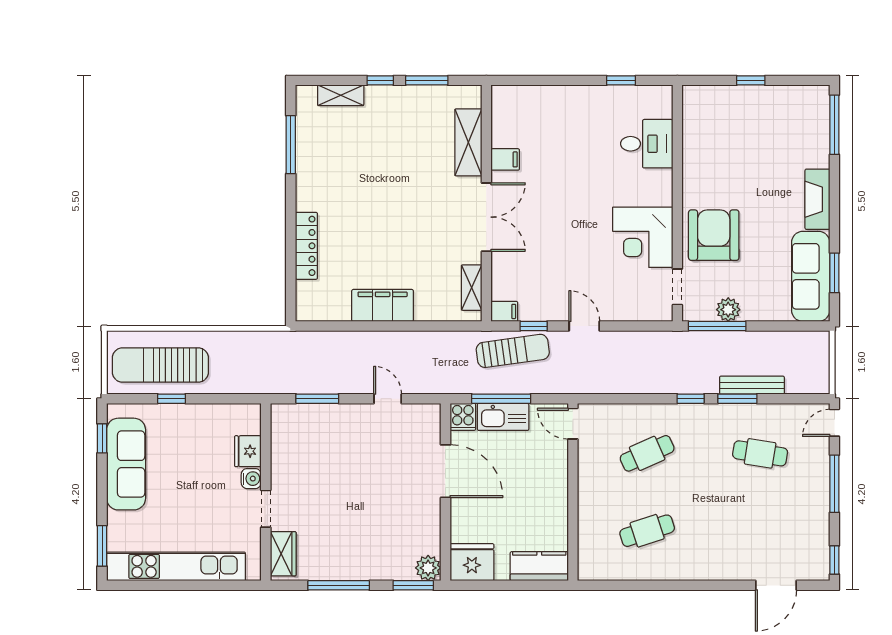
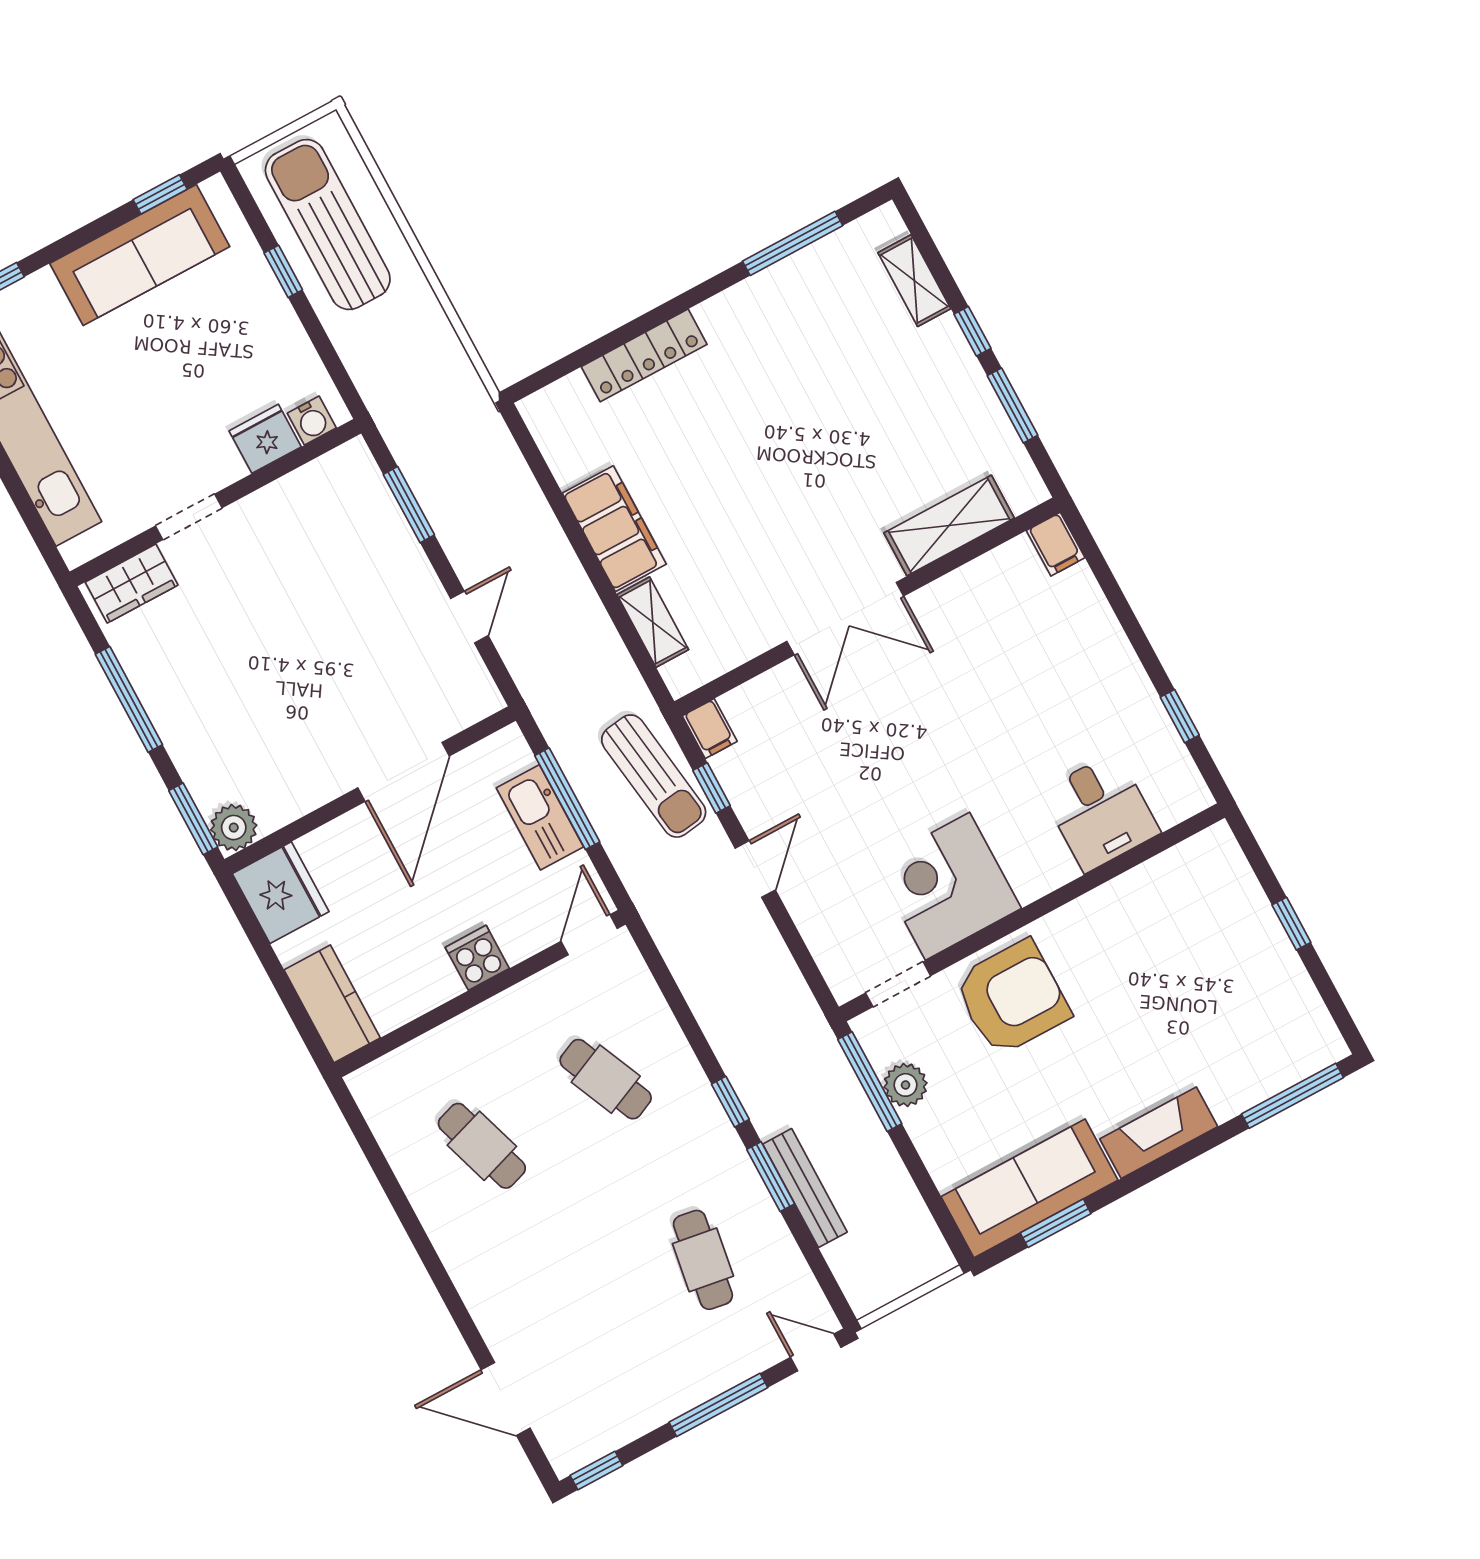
filing cabinet: (505, 159) -> (1056, 544), moved
shelving: (472, 288) -> (653, 622), moved, turned 90
cooker: (463, 417) -> (477, 958), moved, turned 90
water cooler: (251, 479) -> (312, 421), moved

